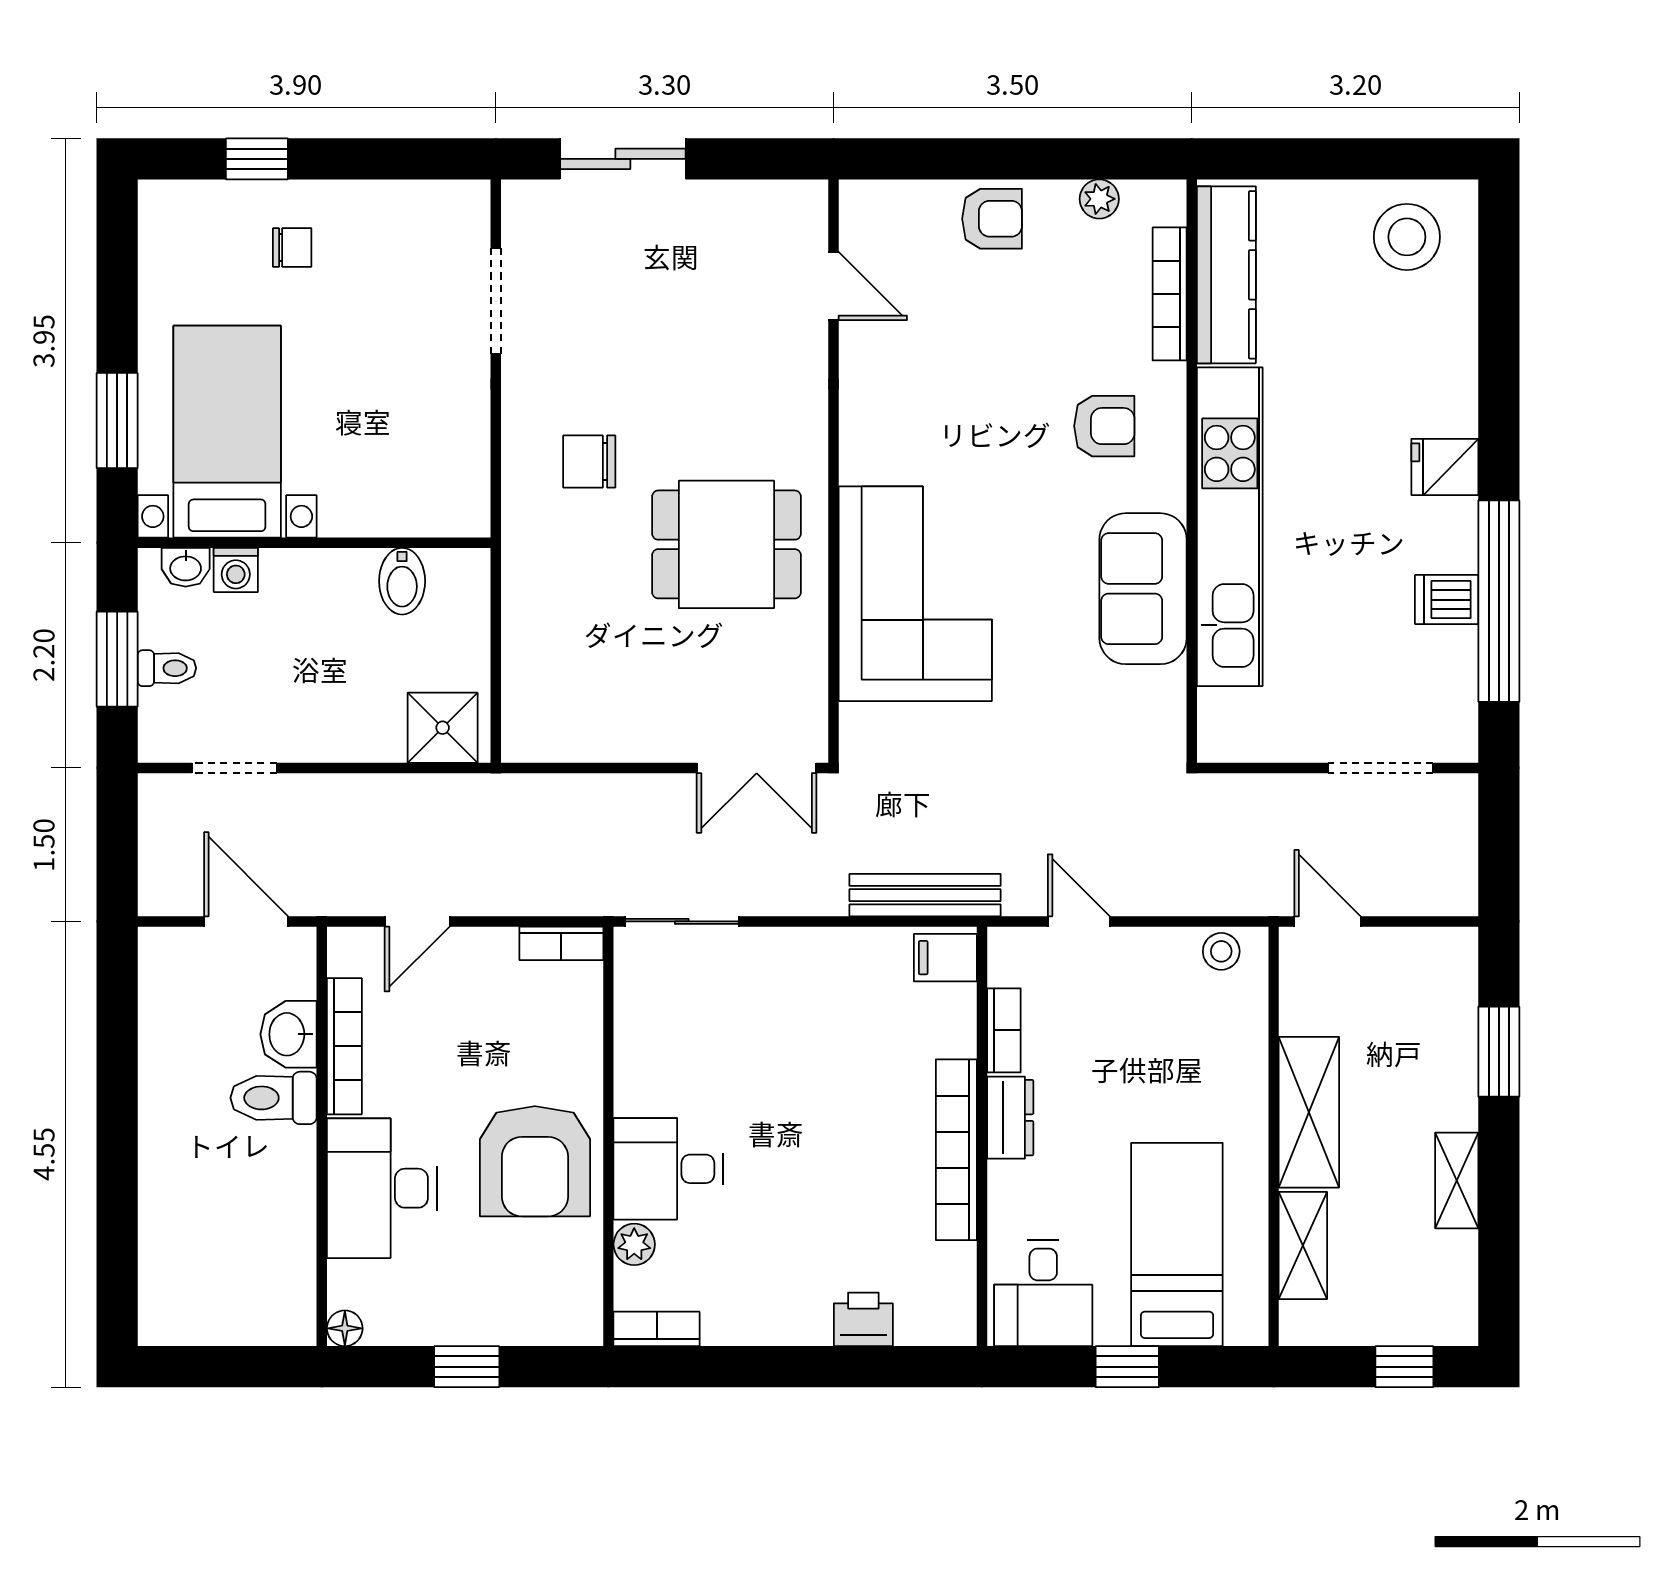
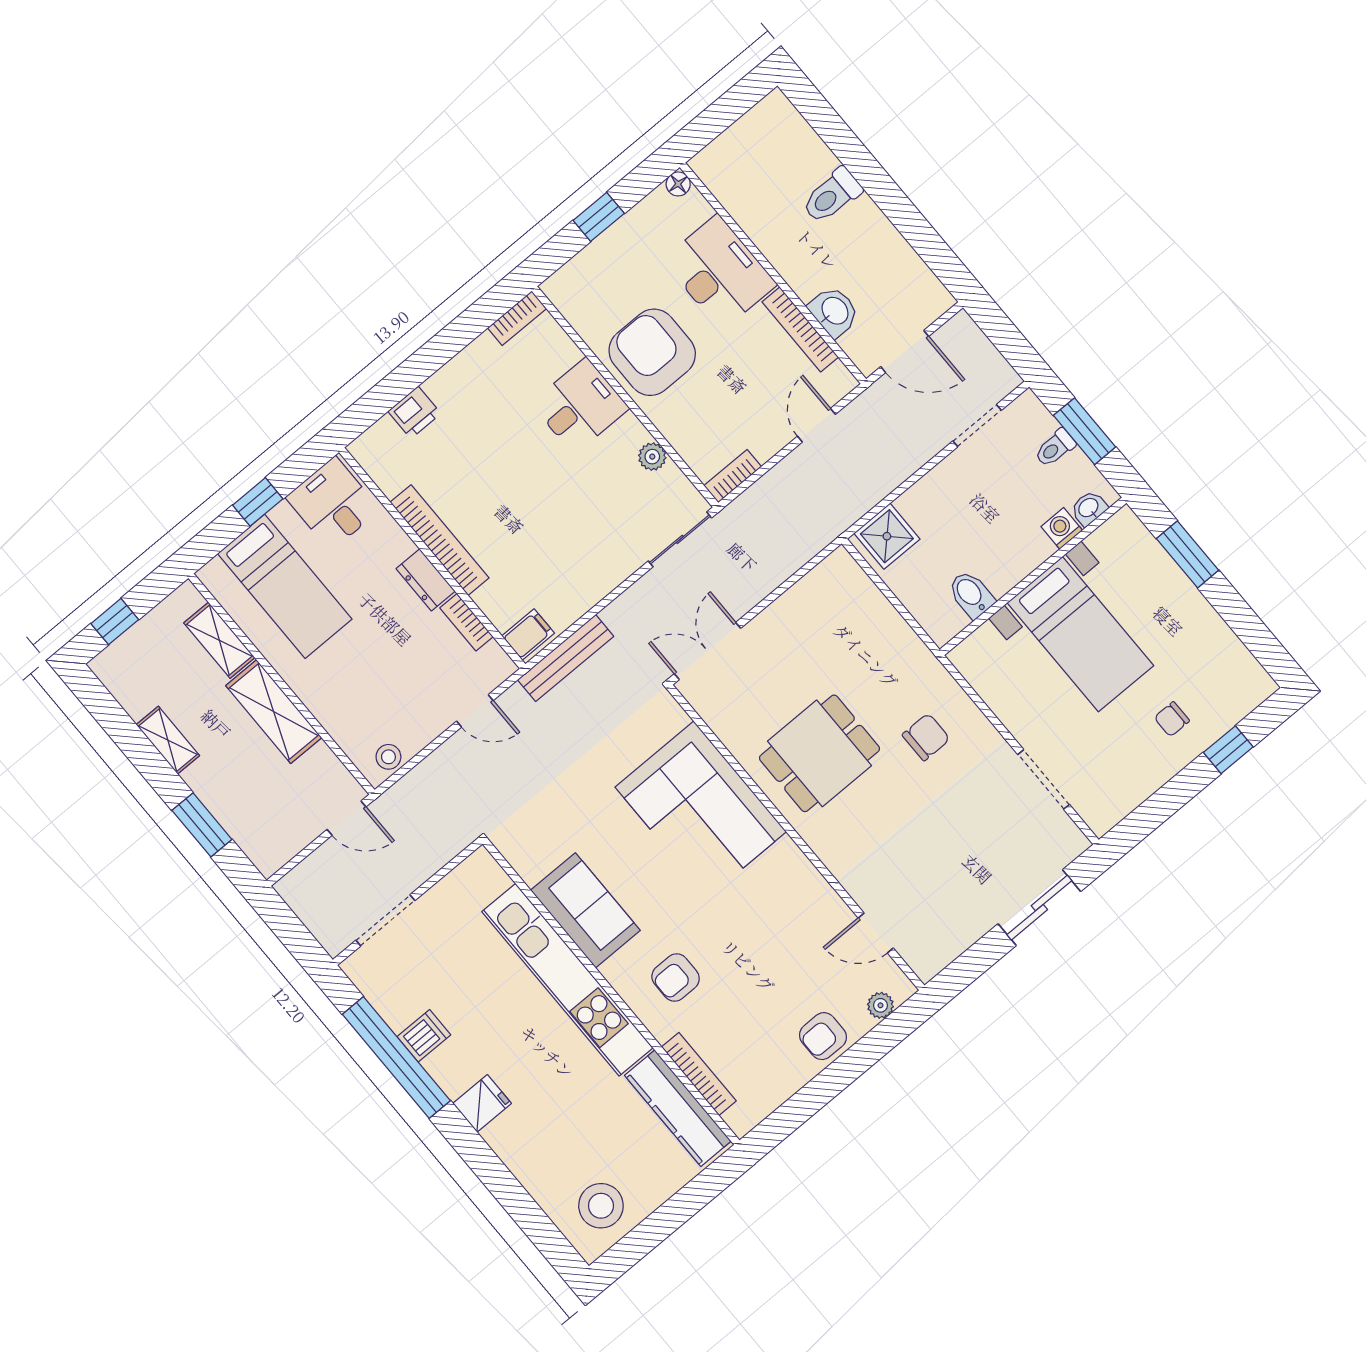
plant: (1099, 199) -> (880, 1005), moved
bed with nightstands: (227, 432) -> (1080, 634), moved
toilet: (274, 1098) -> (832, 196), moved, turned 180
plant: (634, 1244) -> (652, 457), moved

